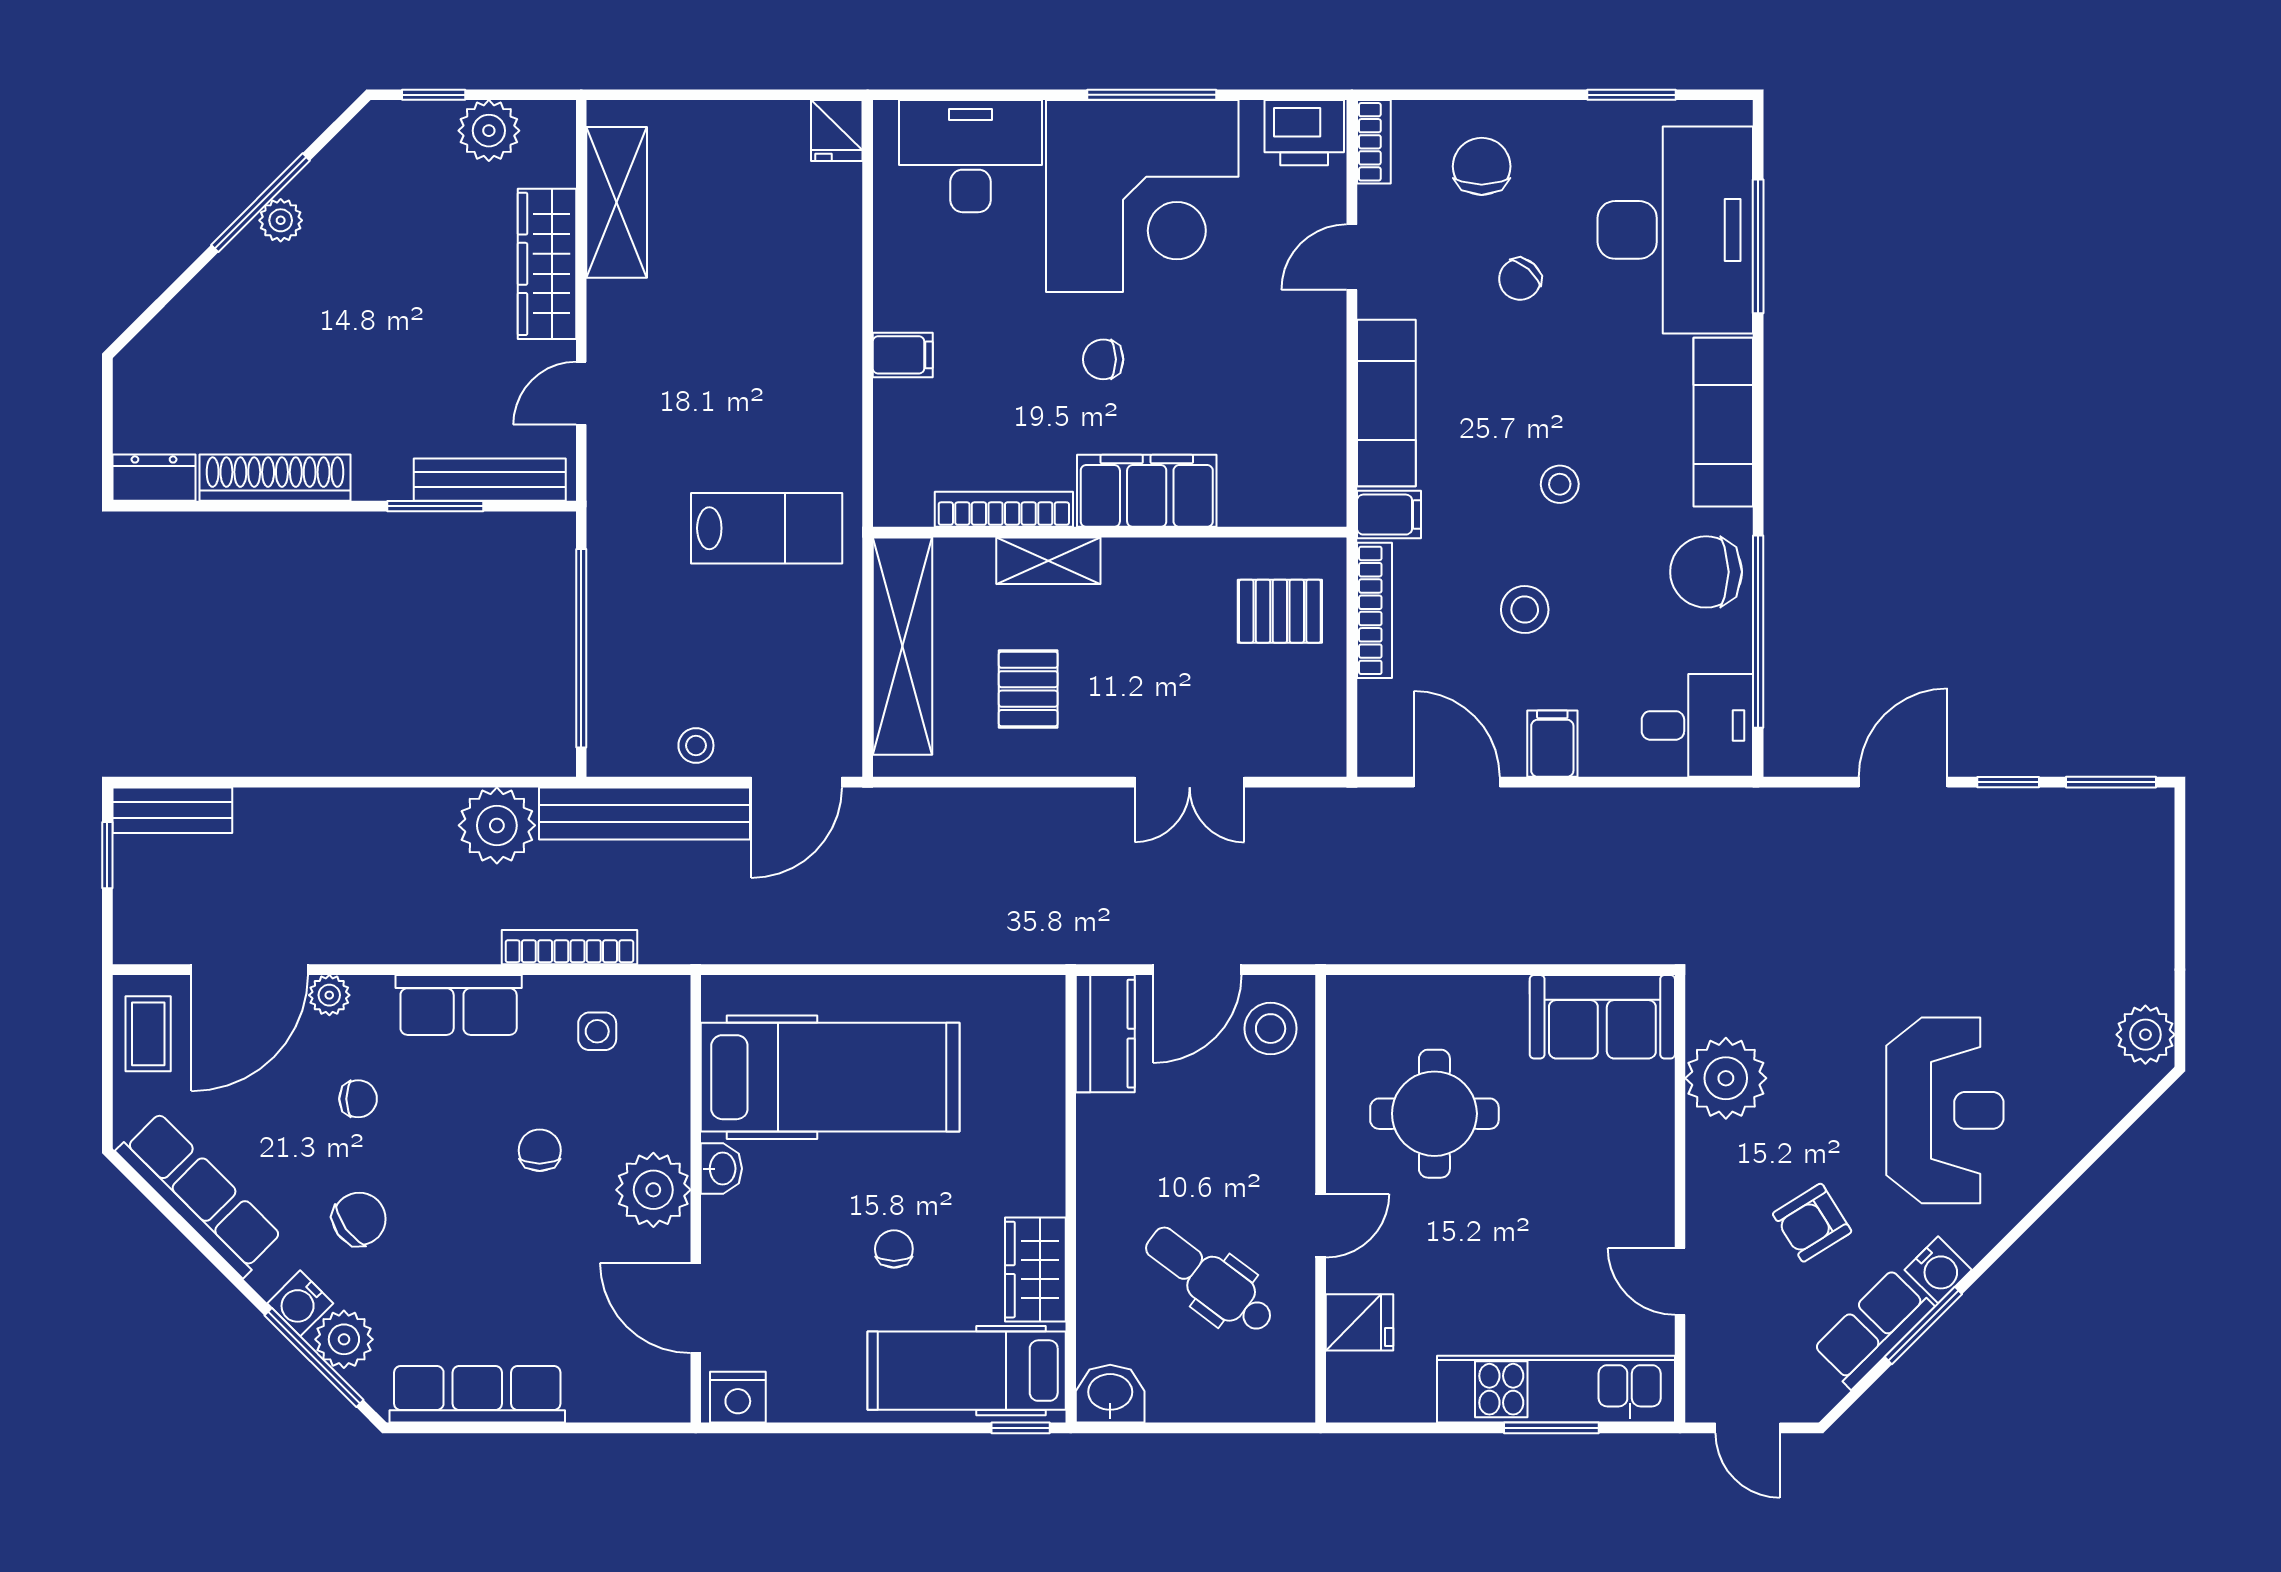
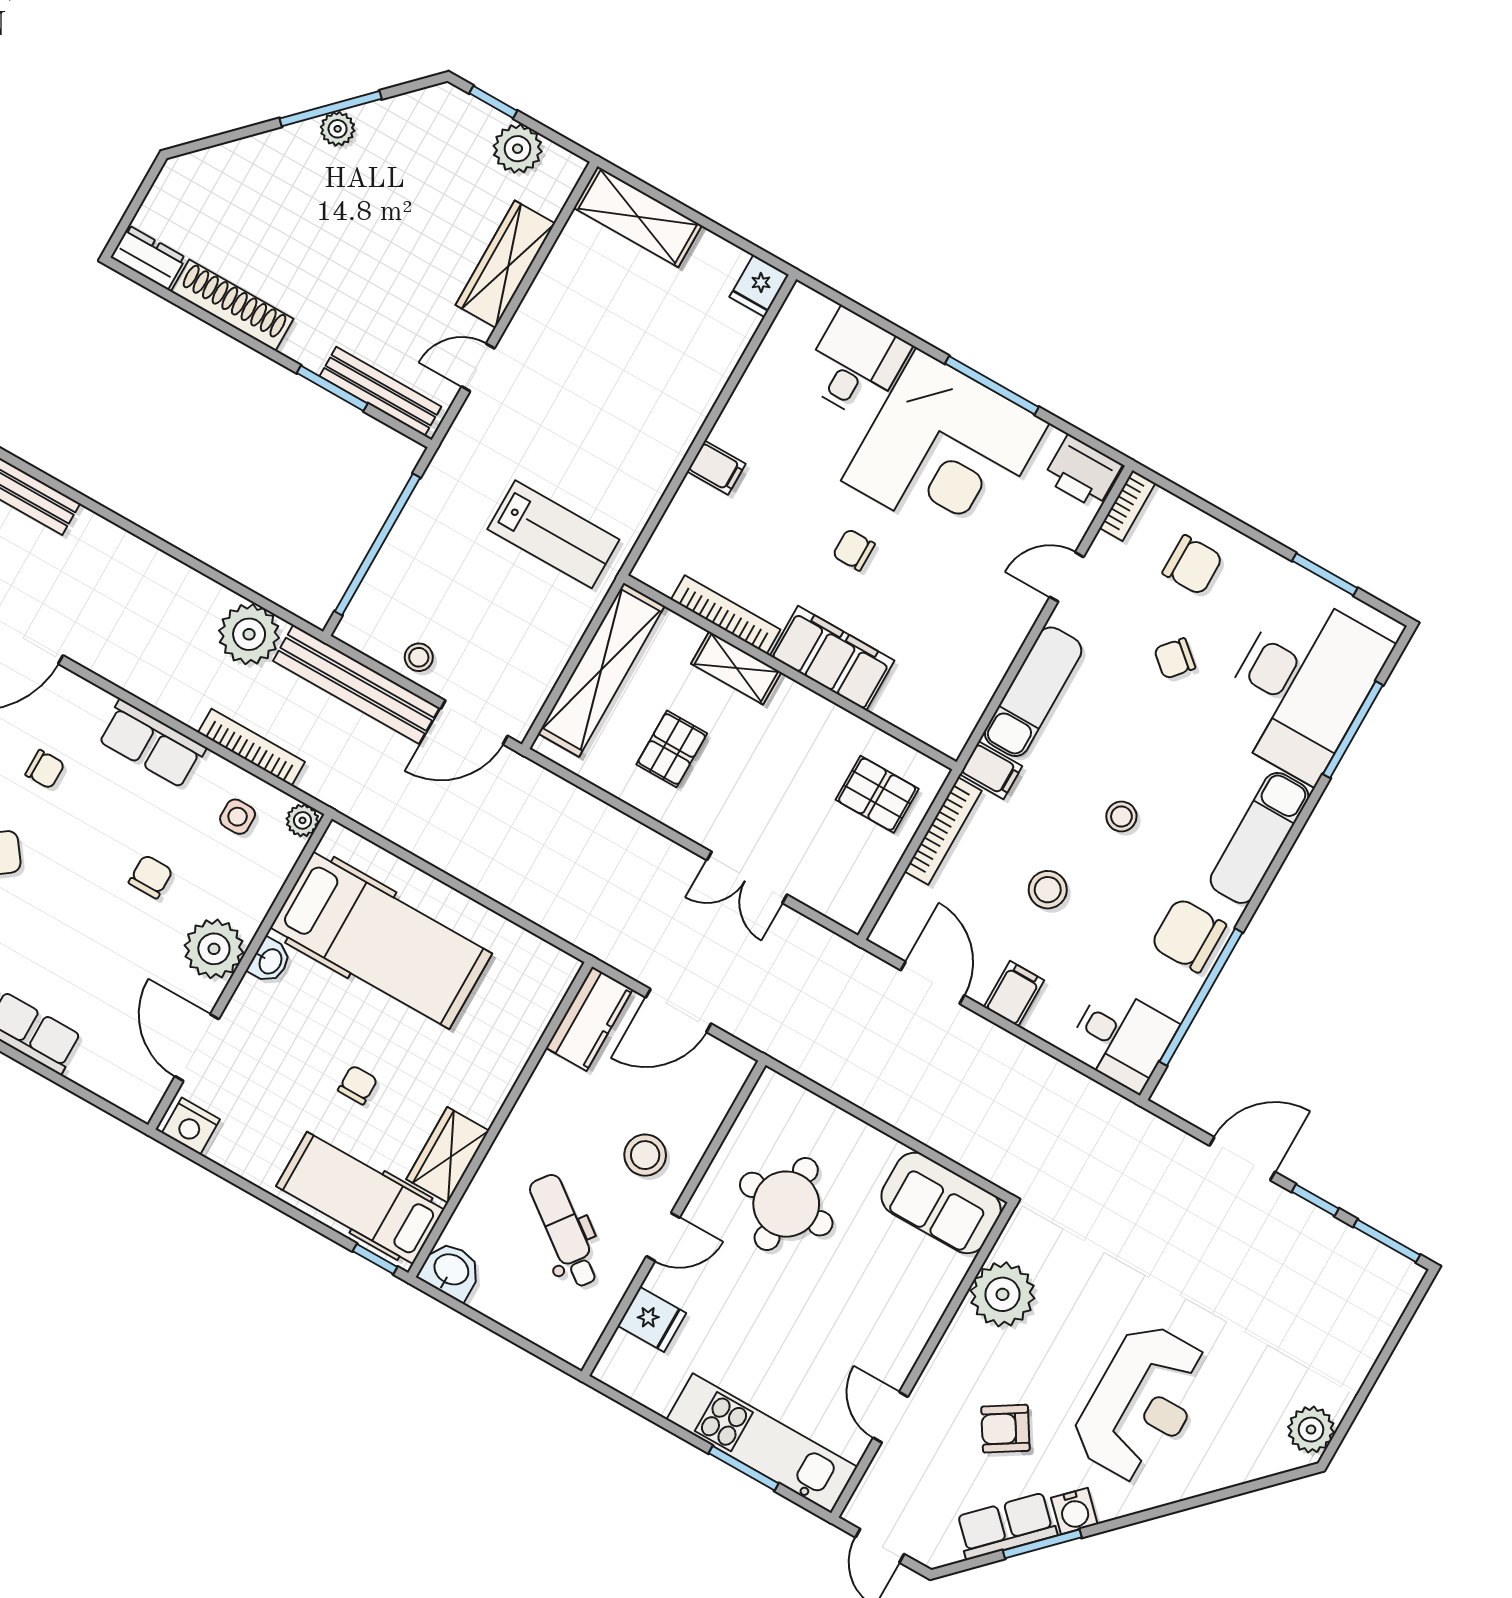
desk: (970, 156) -> (855, 364), width x0.73
chair: (1482, 166) -> (1193, 565), turned 90
shelving: (617, 202) -> (638, 217), moved, turned 90
plant: (329, 995) -> (302, 820), moved
stool: (1271, 1029) -> (645, 1155), moved

